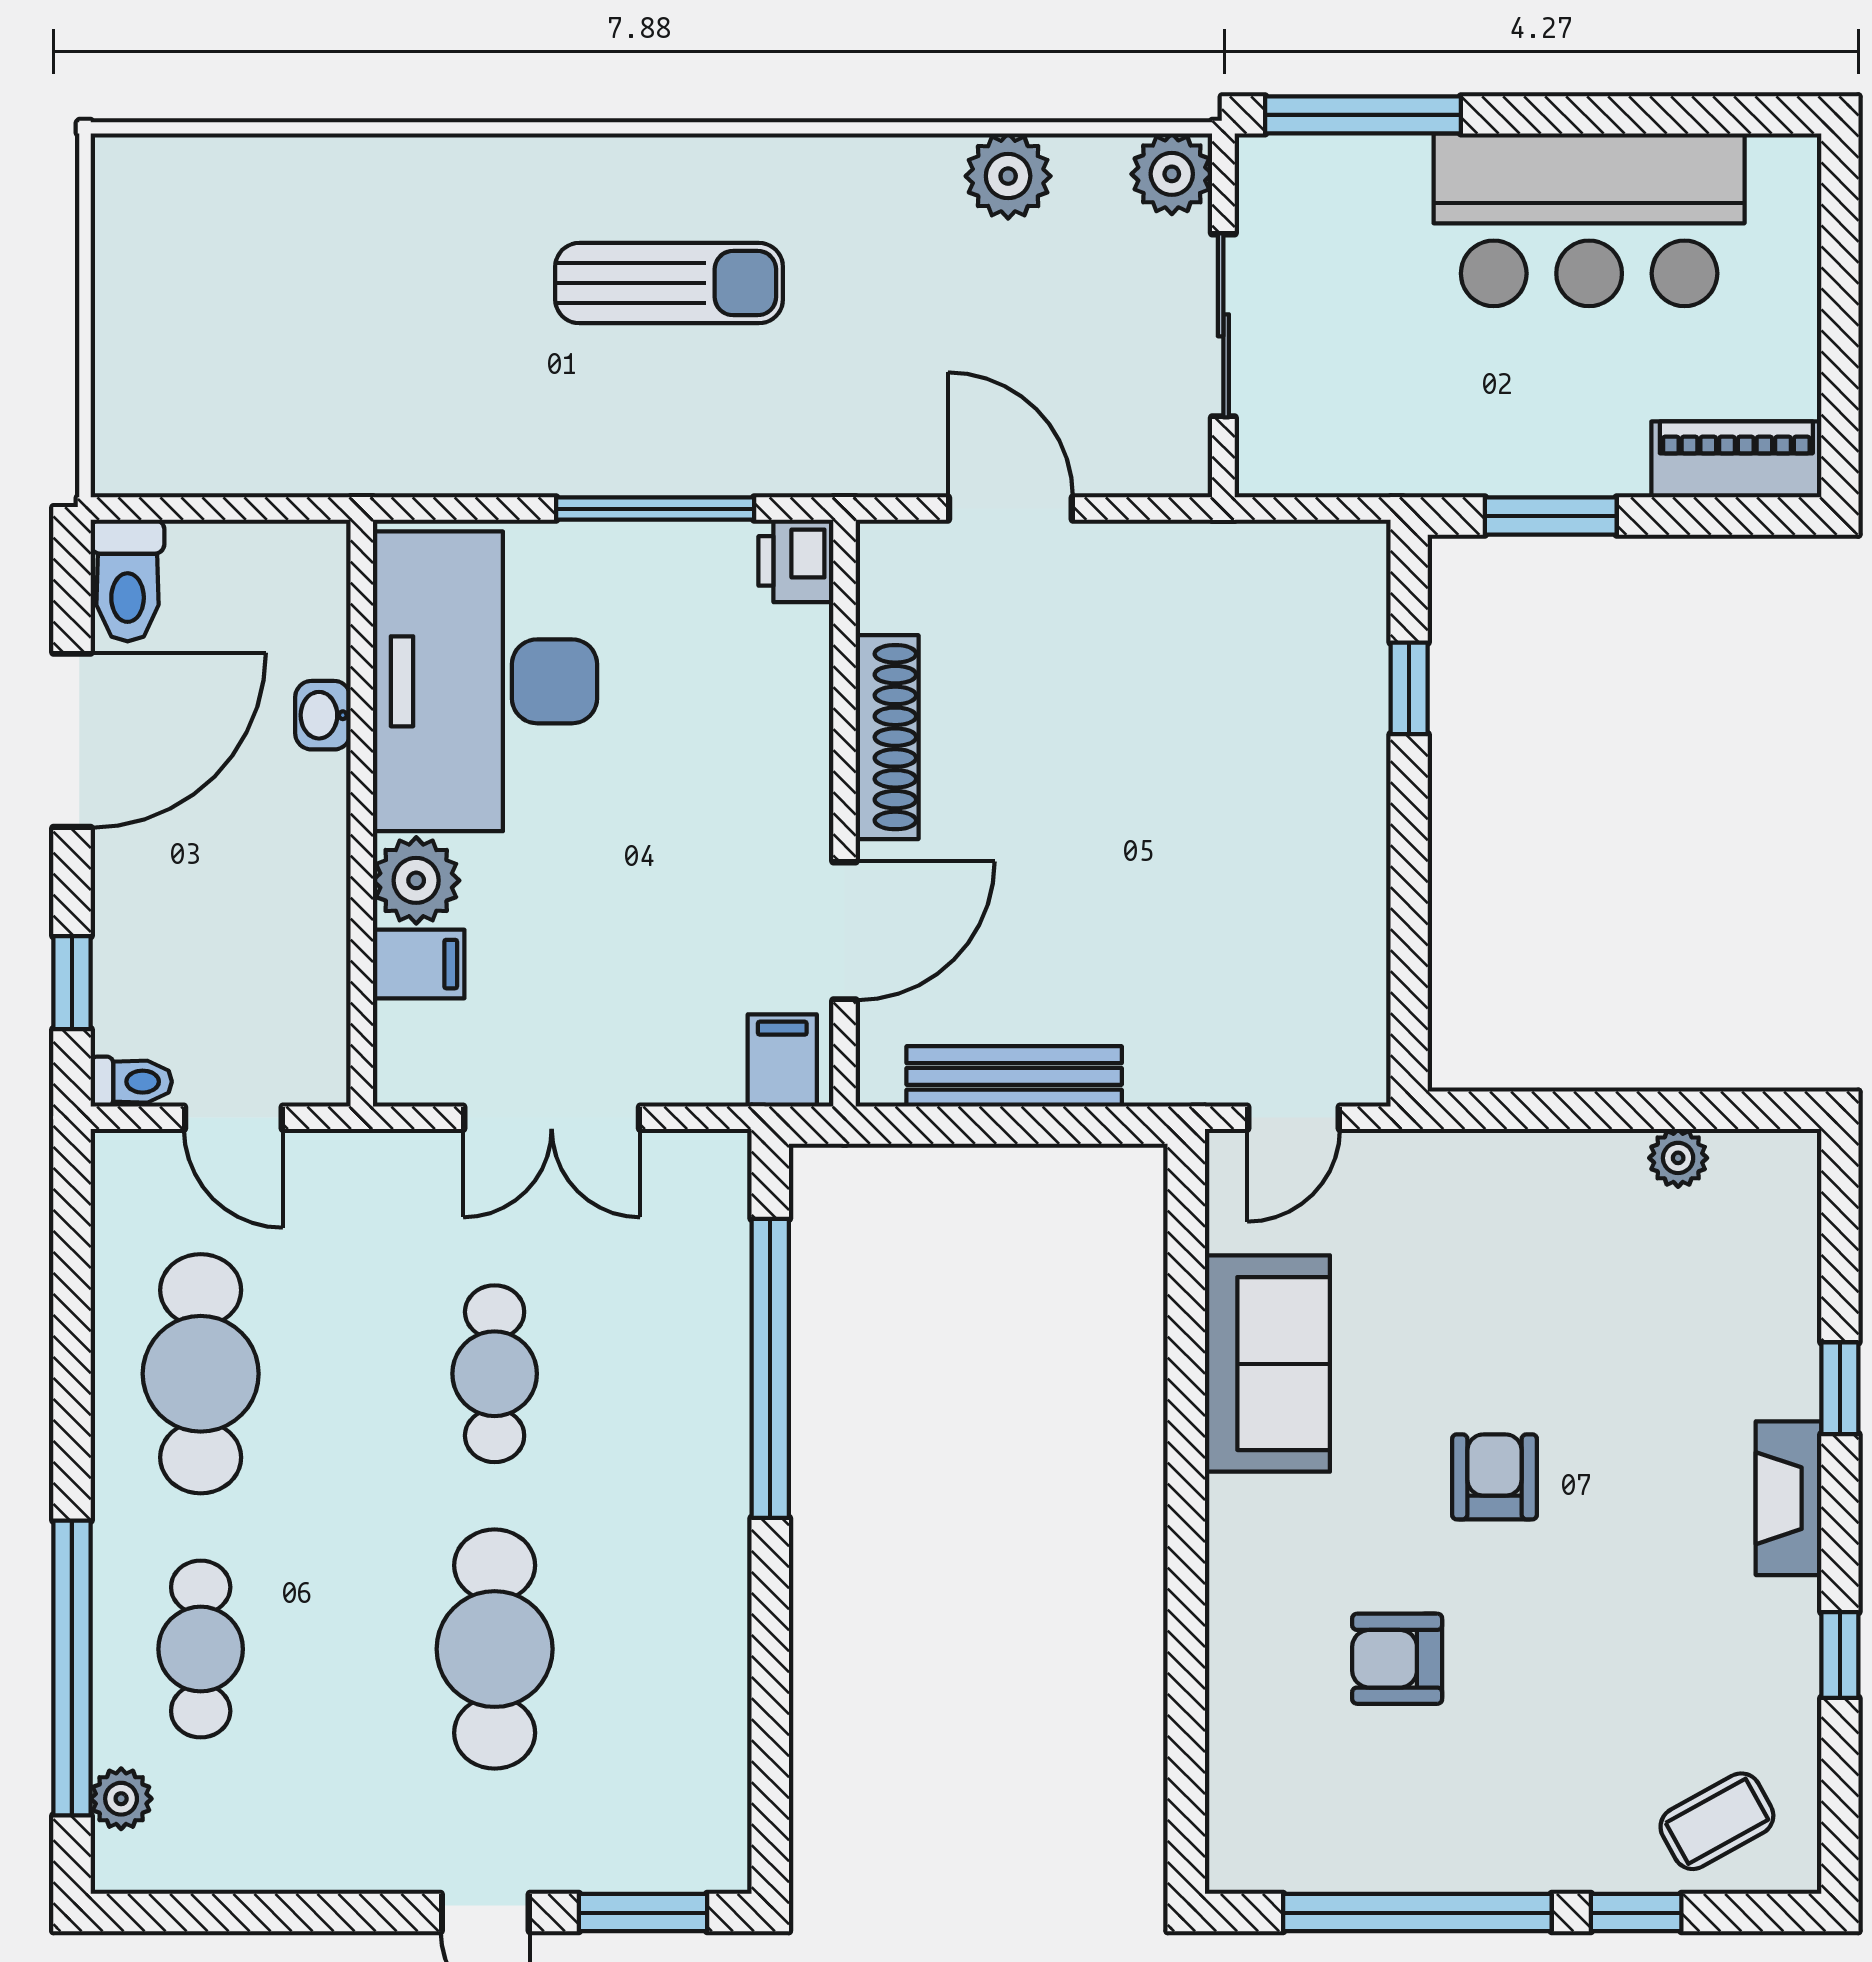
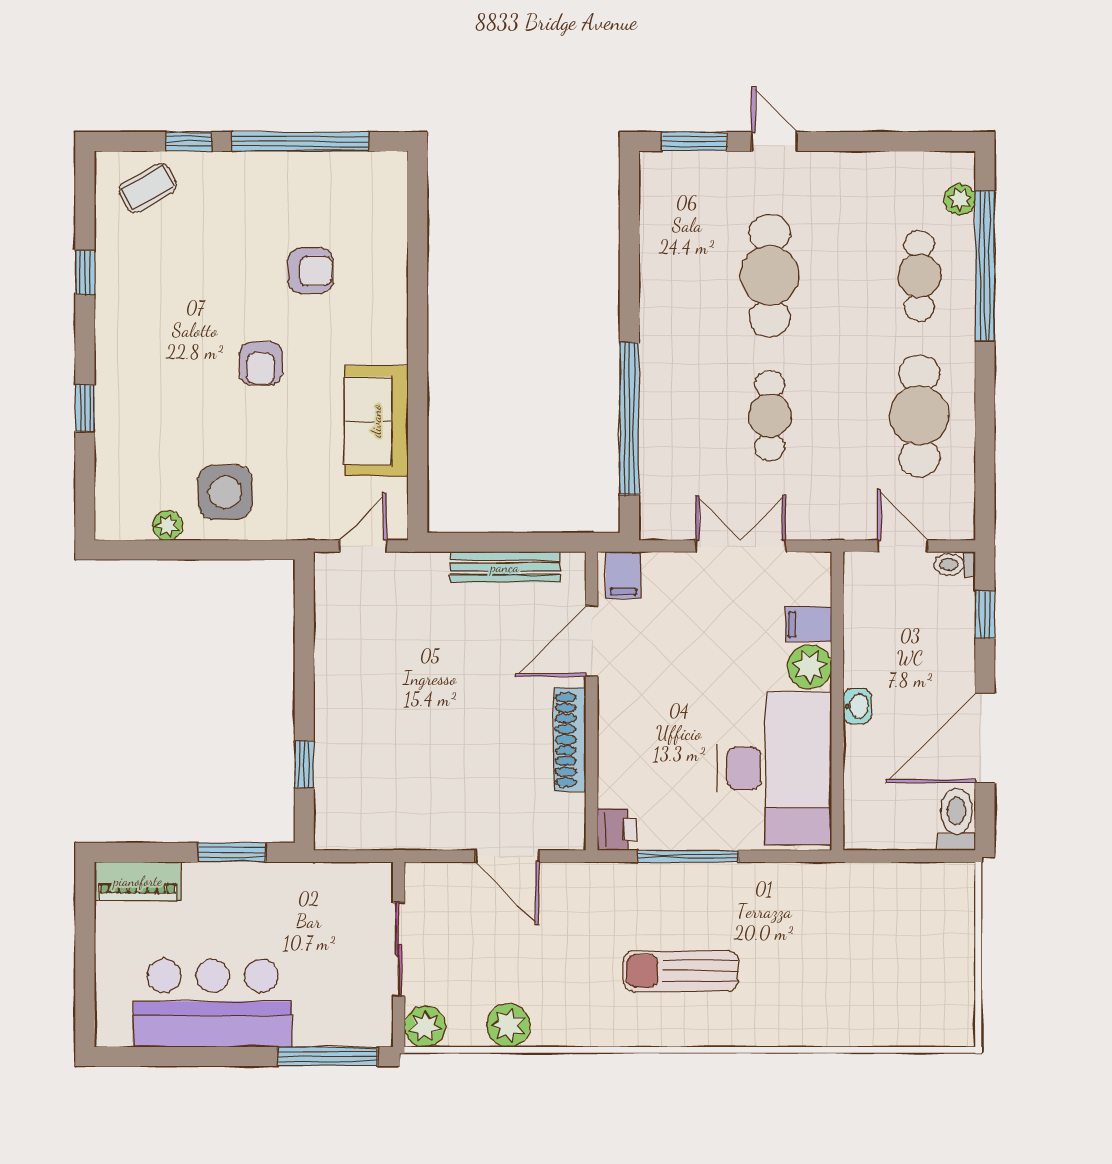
washbasin: (323, 715) -> (857, 706), moved
side table: (1564, 1223) -> (225, 492), added
fireplace: (1789, 1498) -> (111, 352), removed

